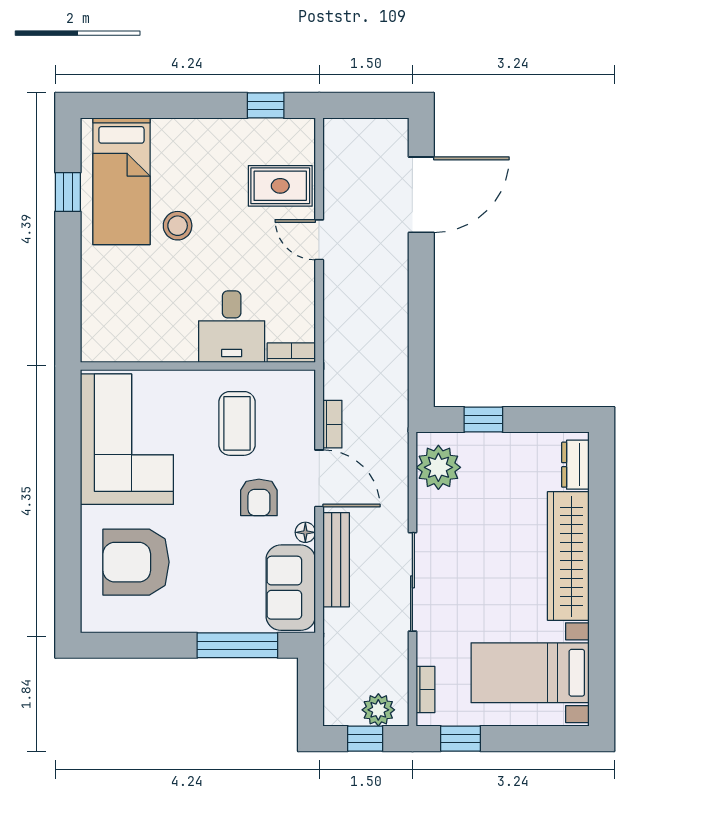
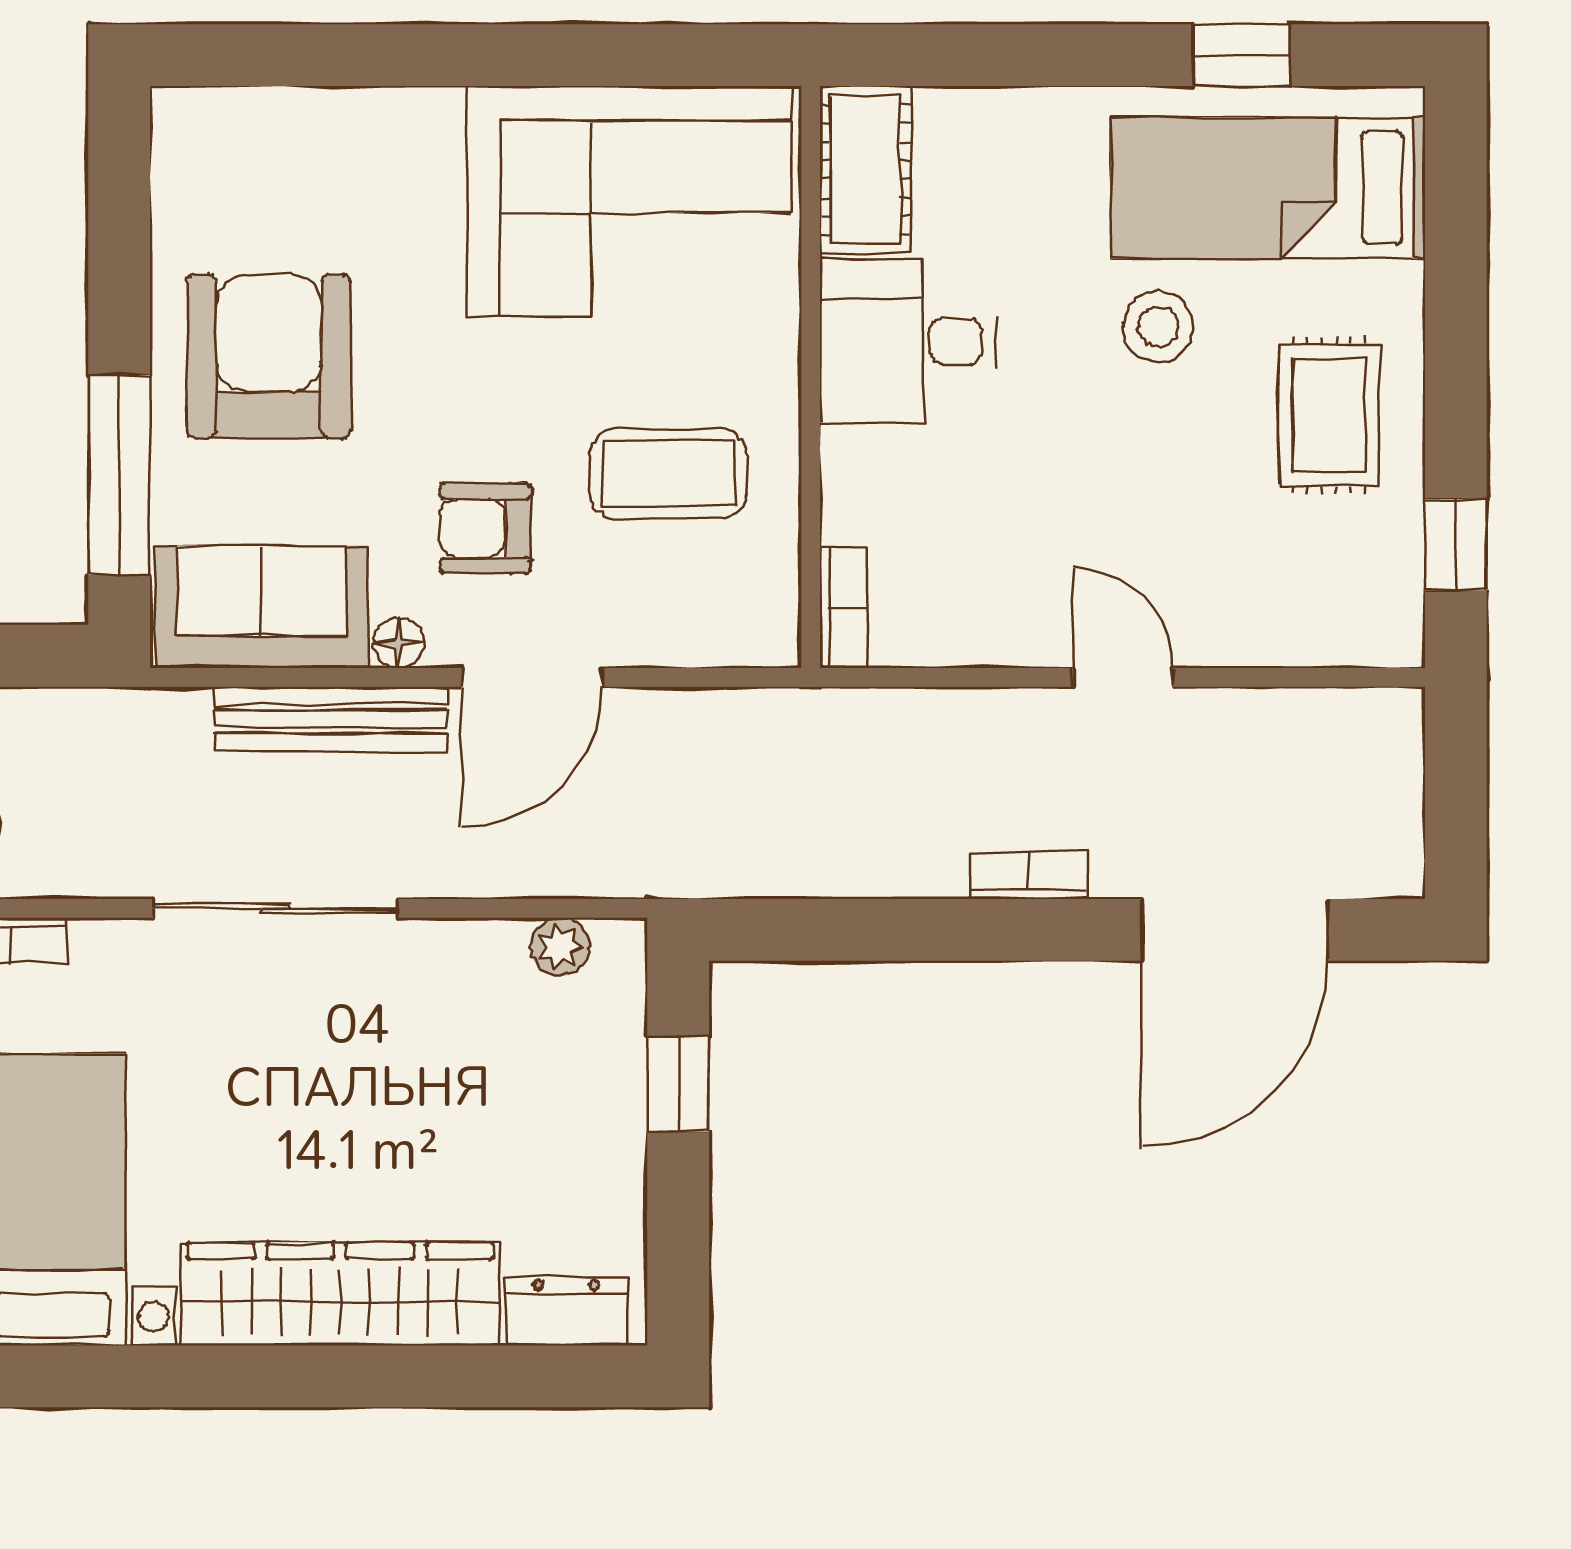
rug: (280, 186) -> (1329, 415), moved
door: (421, 195) -> (1234, 930), hinge flipped
door: (319, 240) -> (1123, 677), hinge flipped
desk: (232, 327) -> (908, 341), moved
cot: (114, 344) -> (865, 170), added
bookcase: (332, 424) -> (1029, 875), moved, turned 180
plant: (438, 467) -> (560, 947), width x0.53, depth x0.53
armchair: (136, 562) -> (269, 356), moved

